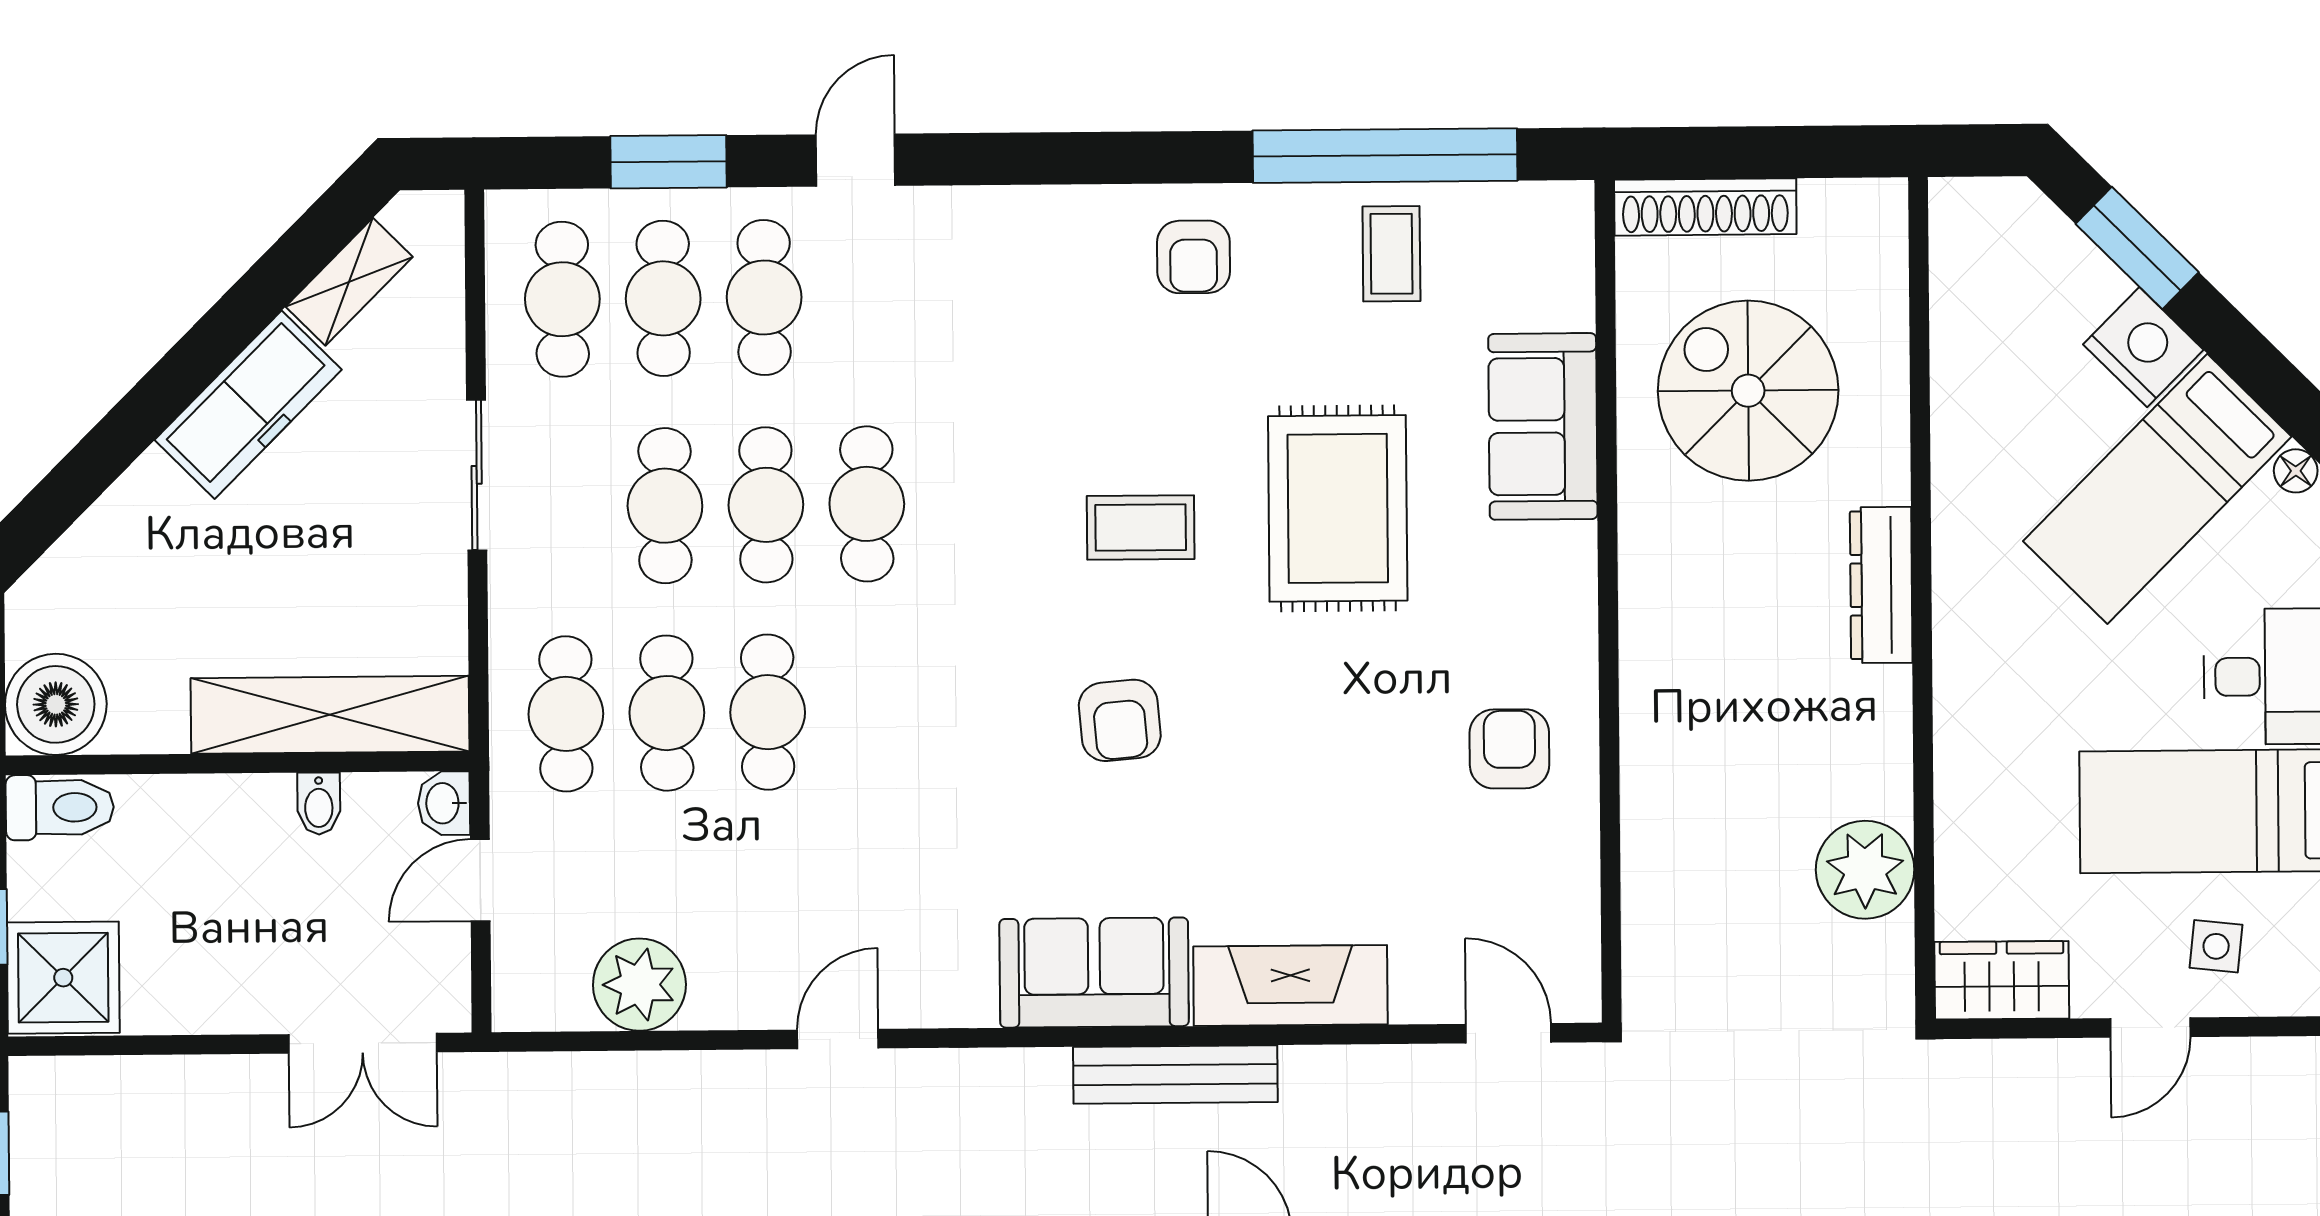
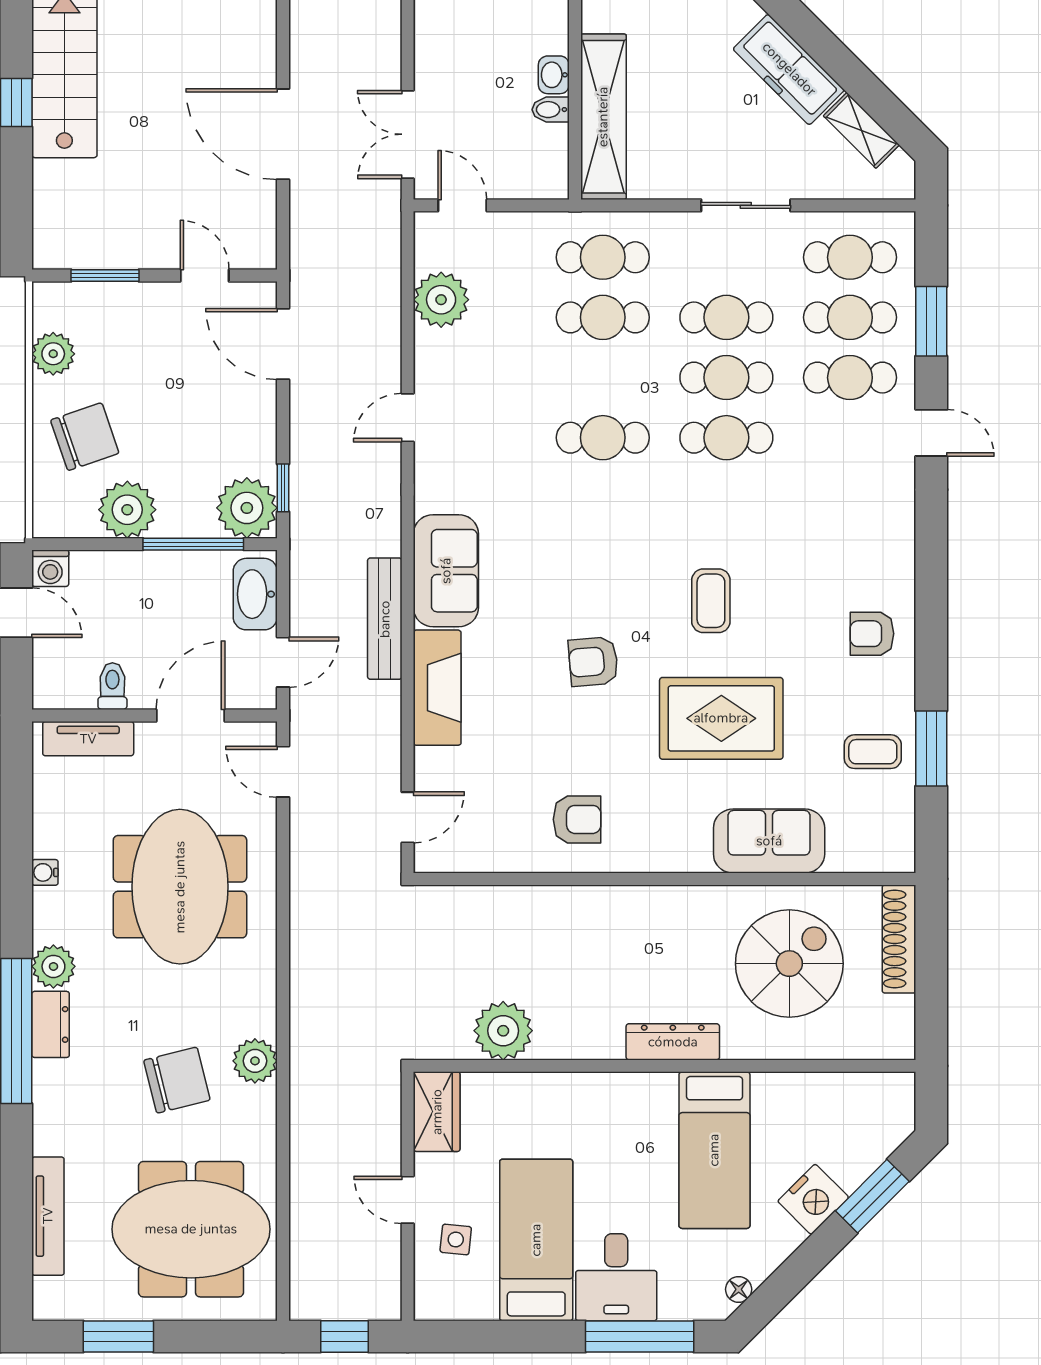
window: (1385, 156) -> (931, 748), width x0.47
bed: (2157, 489) -> (714, 1150), moved, turned -135
cafe table: (768, 712) -> (603, 438), moved
armchair: (1120, 720) -> (593, 661), moved
washbasin: (444, 803) -> (554, 75), moved, turned -90
door: (480, 880) -> (462, 205), moved
door: (838, 1039) -> (408, 418), swing flipped

